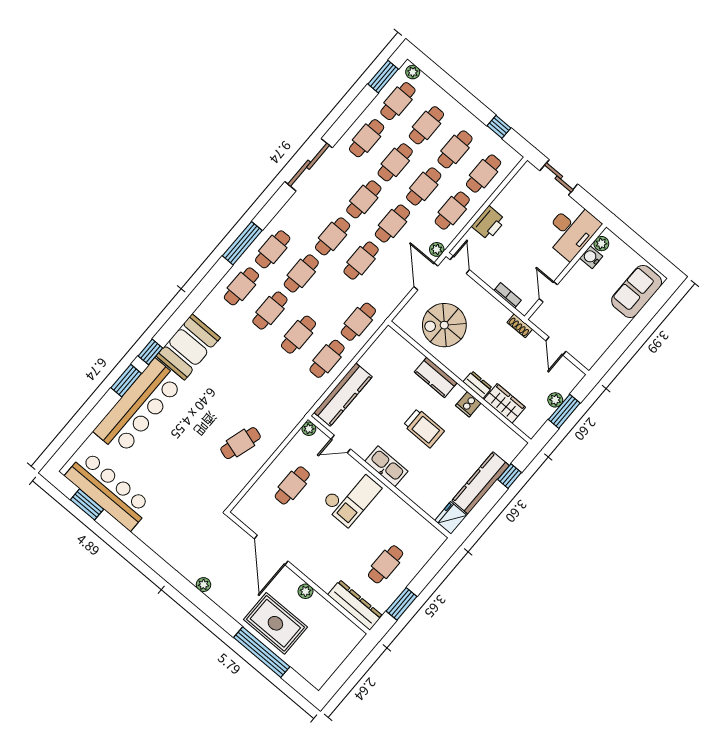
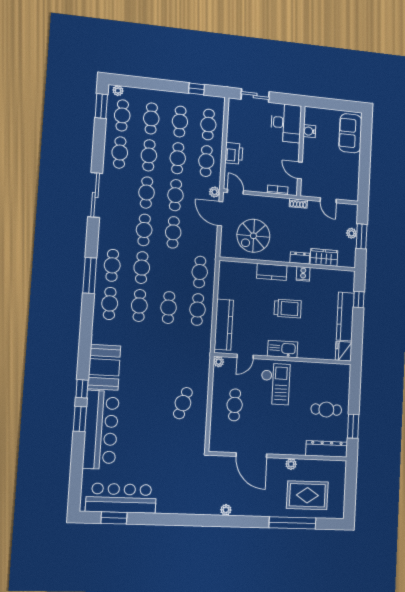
plant: (601, 244) -> (309, 119), removed
cafe table: (386, 564) -> (326, 410), turned 90
rug: (275, 623) -> (307, 495), moved

